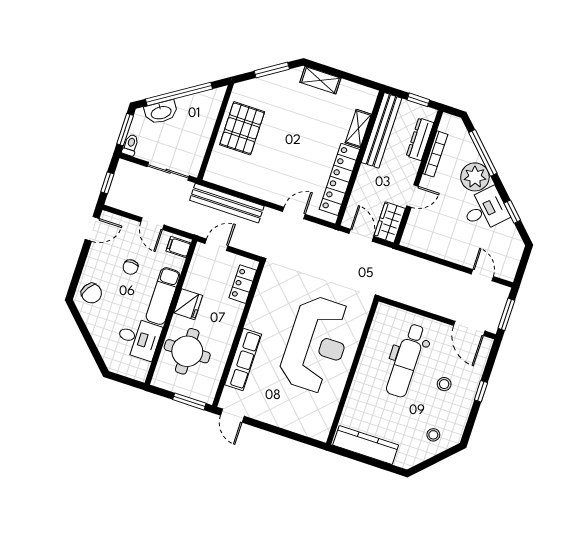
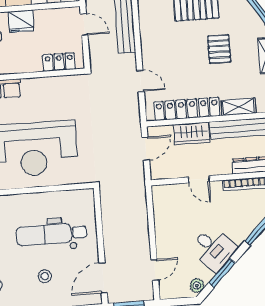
pallet: (295, 124) -> (219, 49), added
plant: (475, 177) -> (197, 286), moved, width x0.53, depth x0.53
window: (512, 212) -> (222, 273), width x1.50
wardrobe: (390, 222) -> (192, 133), moved, turned 180

